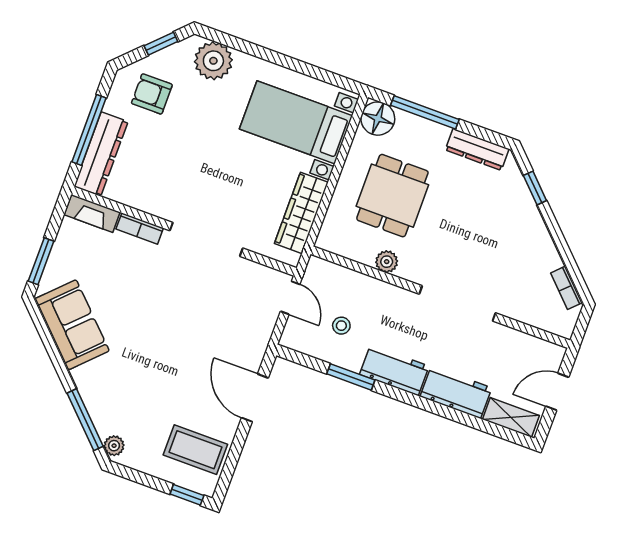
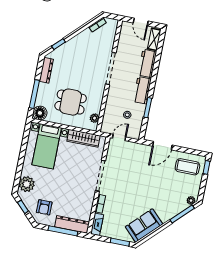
plant: (387, 262) -> (95, 118), moved
coffee table: (195, 450) -> (187, 167), turned 90

